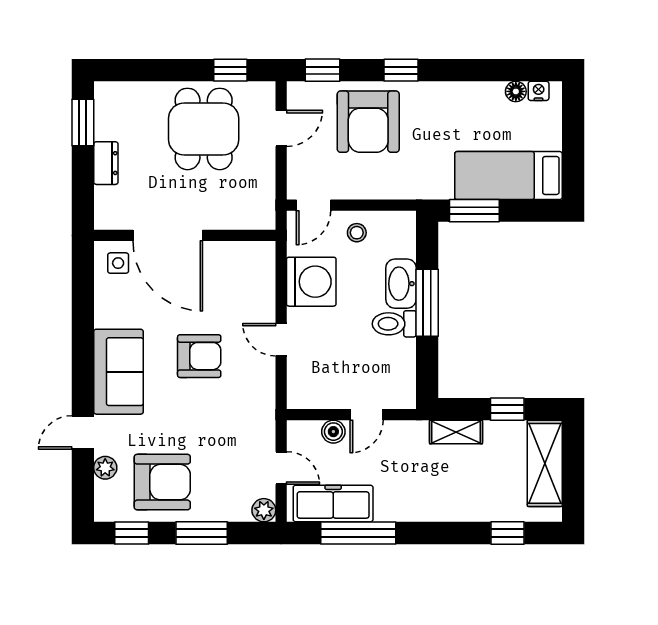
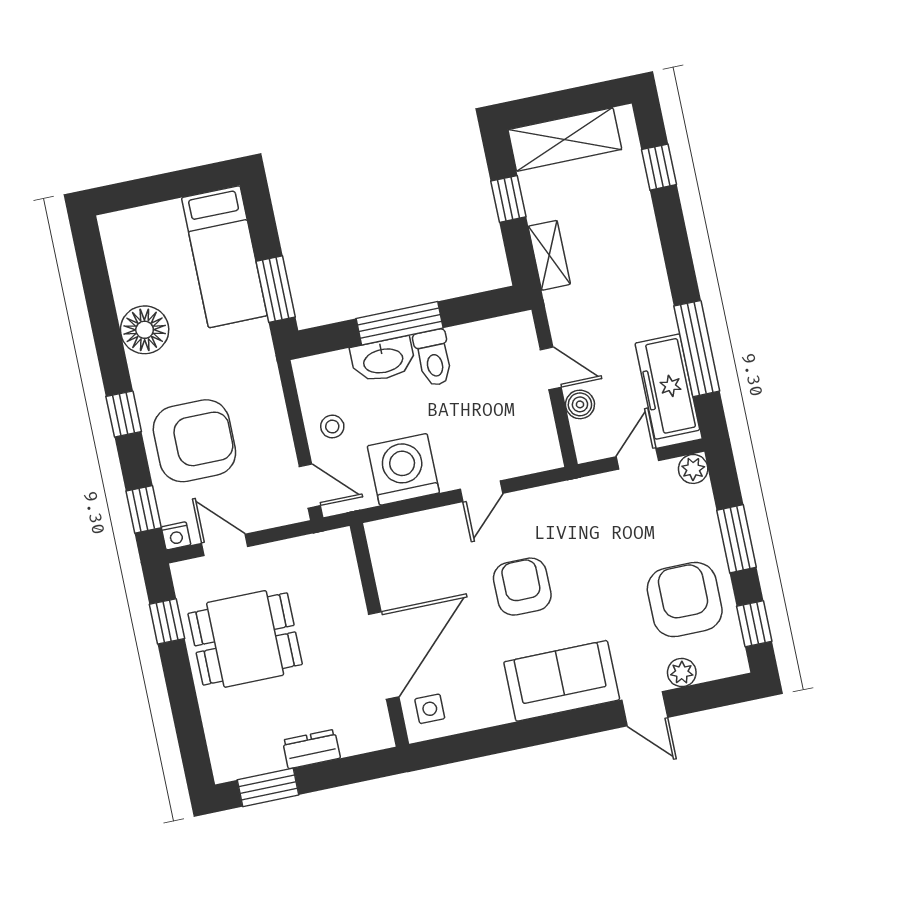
floor lamp: (516, 91) -> (145, 330), moved, width x1.89, depth x1.89
nightstand: (539, 91) -> (176, 536), moved, turned -90

